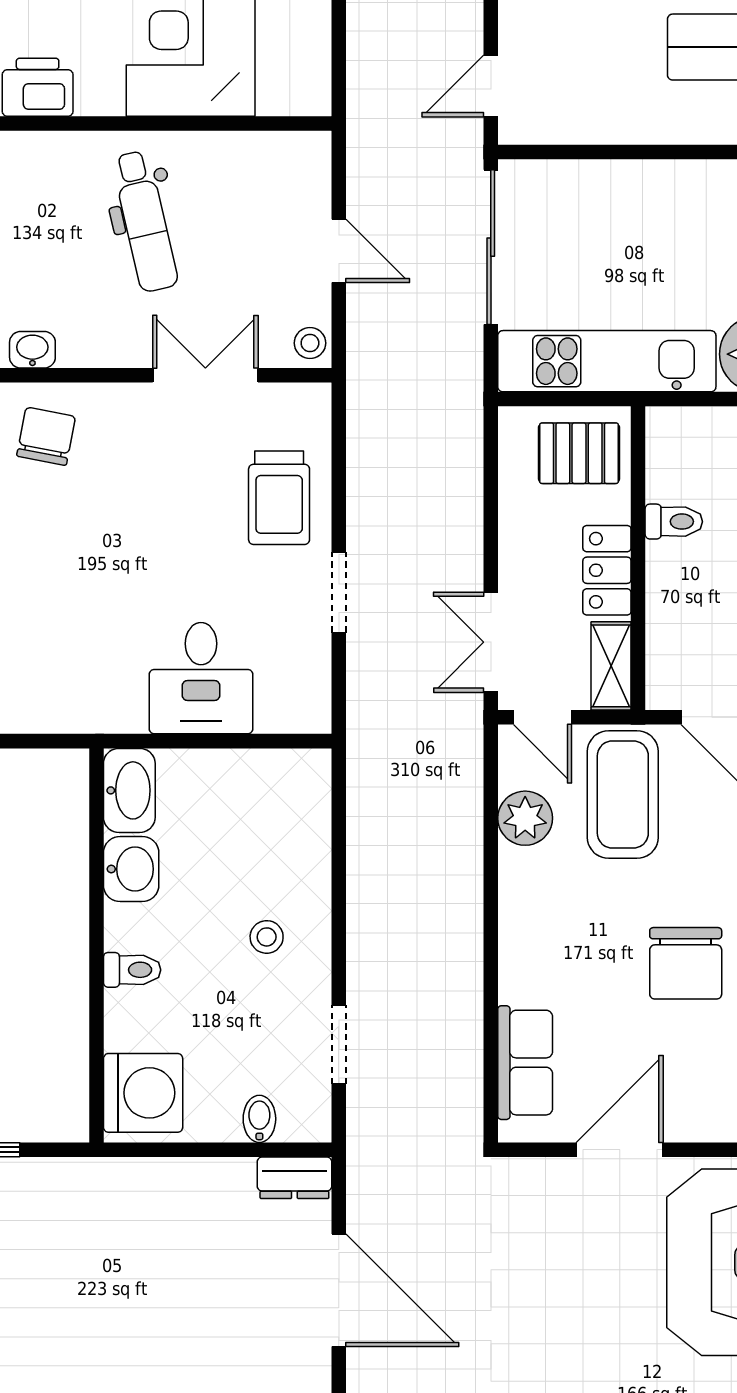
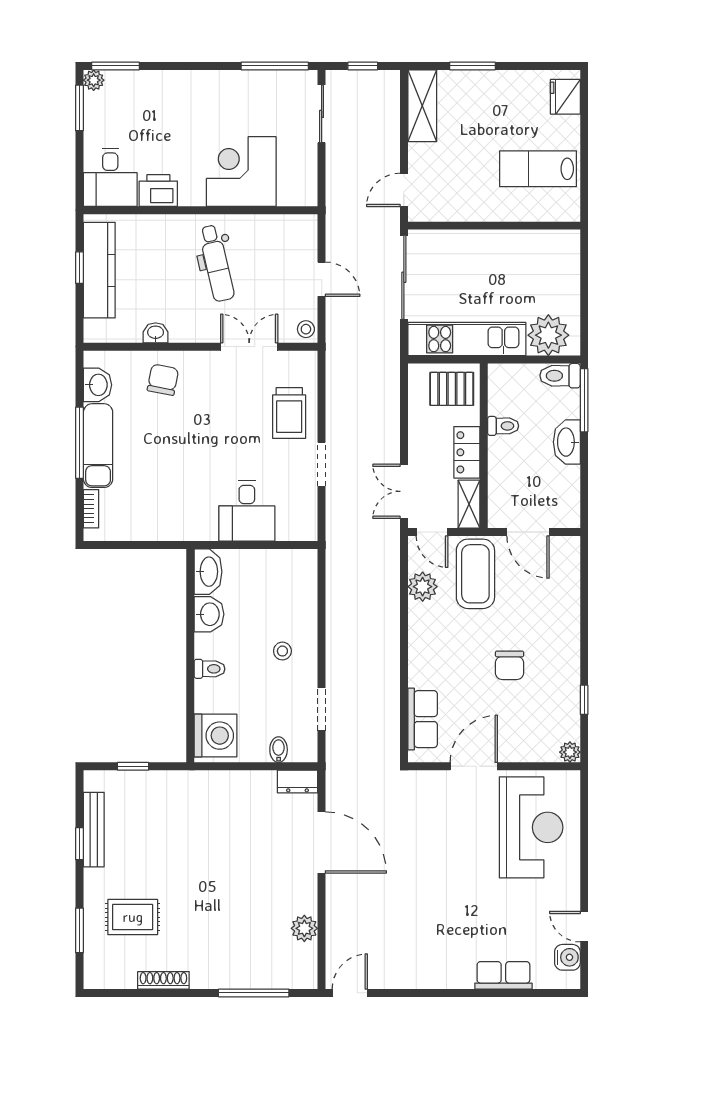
chair: (686, 963) -> (510, 665), width x0.73, depth x0.73

